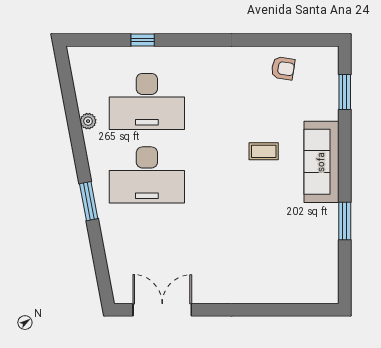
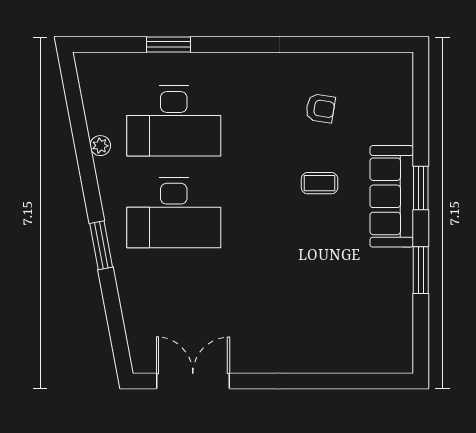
window: (143, 40) -> (168, 44), width x1.50
armchair: (283, 68) -> (320, 108), moved
window: (345, 92) -> (421, 188), moved

